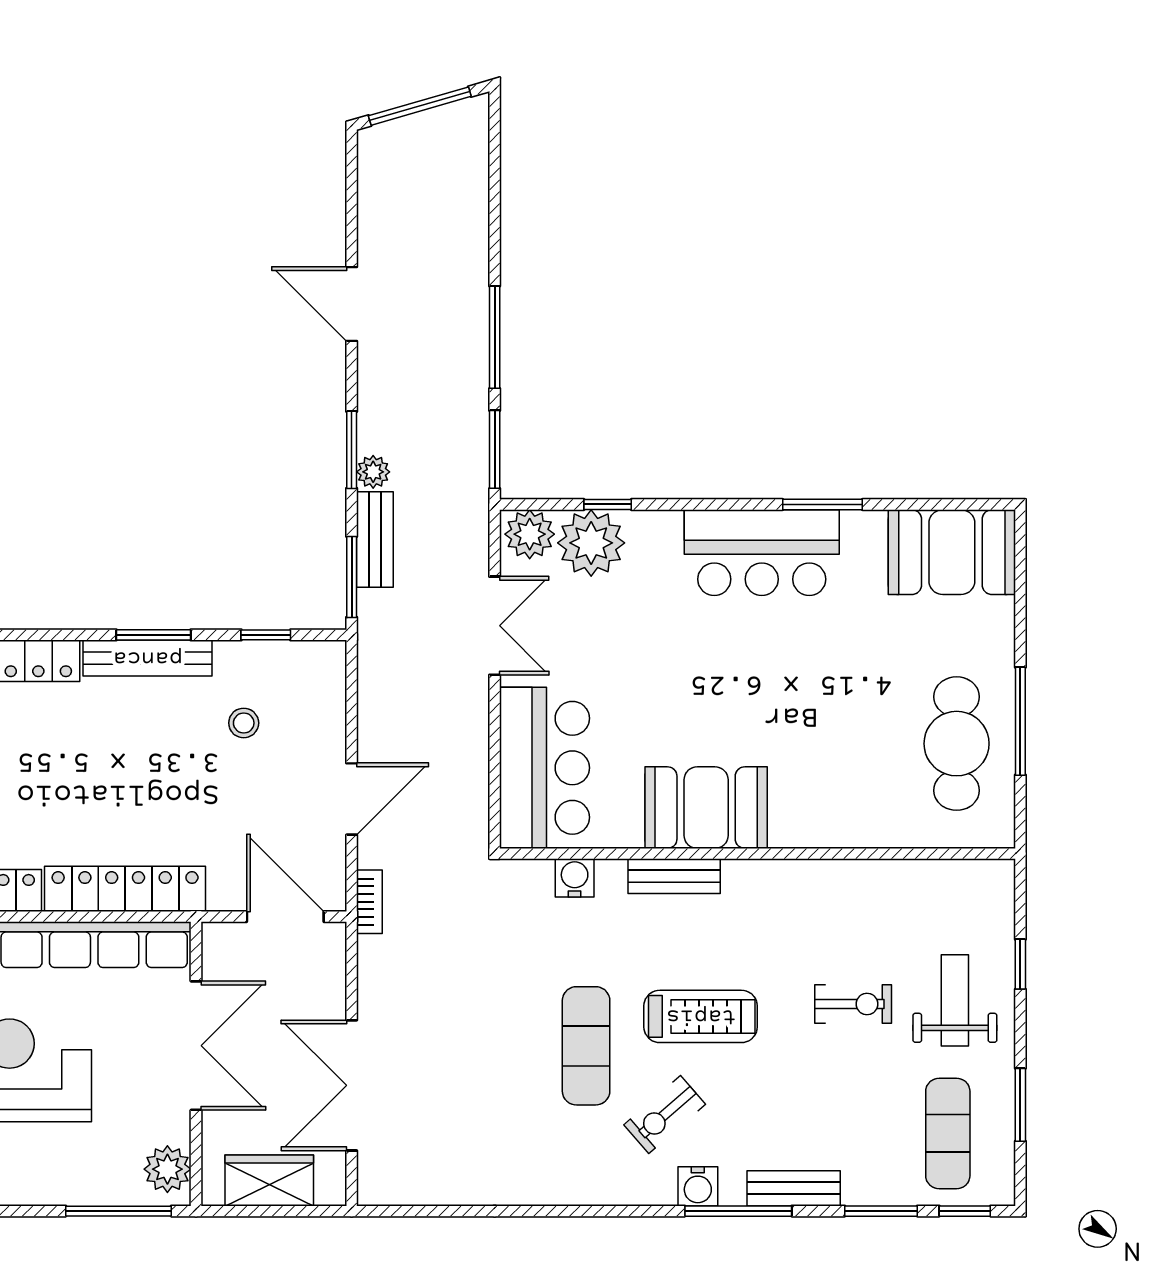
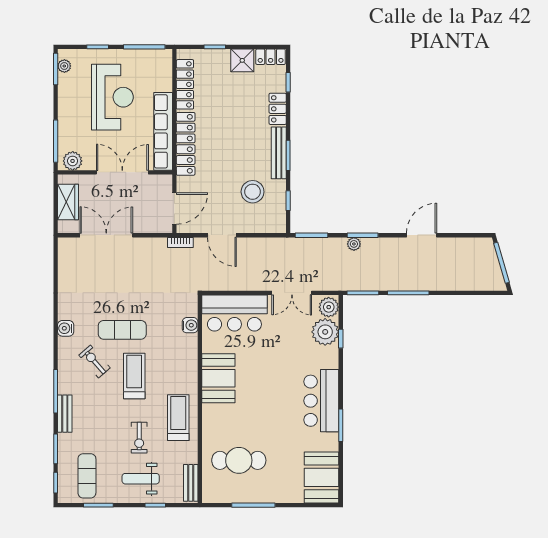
bench: (375, 539) -> (327, 245), removed
stool: (244, 723) -> (253, 192), width x1.89, depth x1.89
cafe table: (957, 744) -> (239, 460), moved
bench: (674, 876) -> (191, 483), moved
treadmill: (804, 907) -> (178, 418), added
weight bench: (955, 1000) -> (141, 479), turned 180
treadmill: (701, 1016) -> (134, 376), turned 180
double door: (196, 1046) -> (122, 172), swing flipped
exercise mat: (948, 1133) -> (87, 476), turned 90
water cooler: (698, 1186) -> (66, 328), moved

